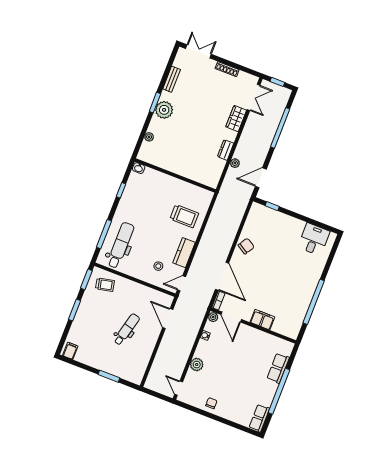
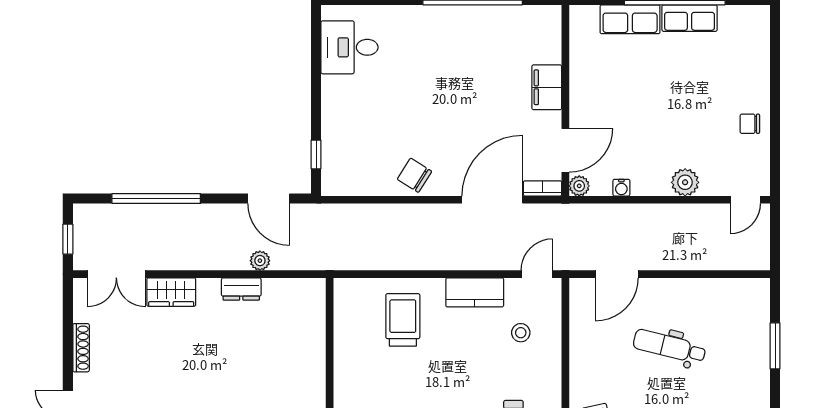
double door: (253, 97) -> (116, 274), swing flipped
door: (181, 283) -> (537, 274), swing flipped
row of seats: (259, 418) -> (690, 18), moved

